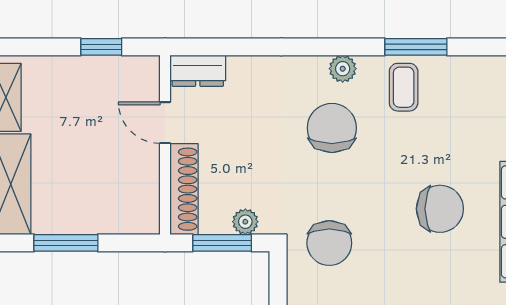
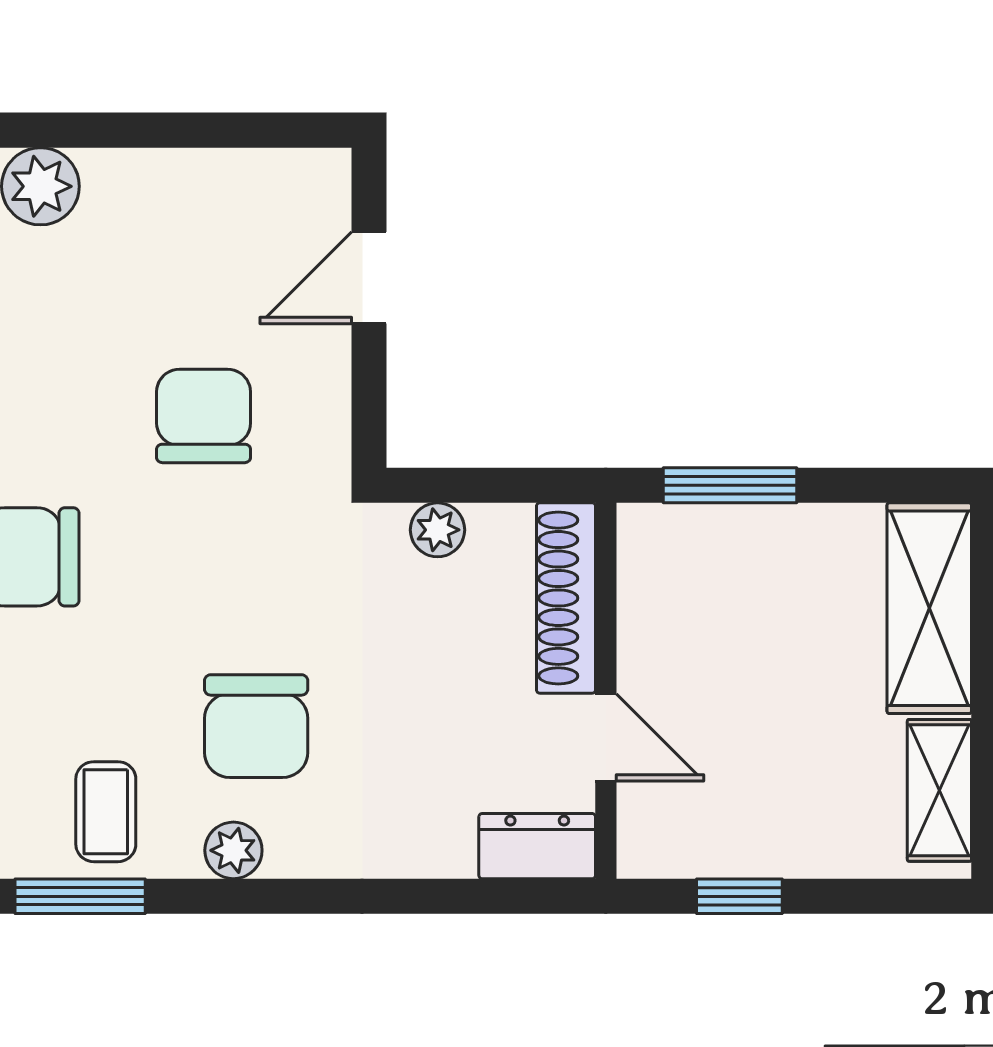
window: (66, 243) -> (730, 485), moved
window: (222, 243) -> (486, 485), removed
chair: (329, 243) -> (204, 416), moved

